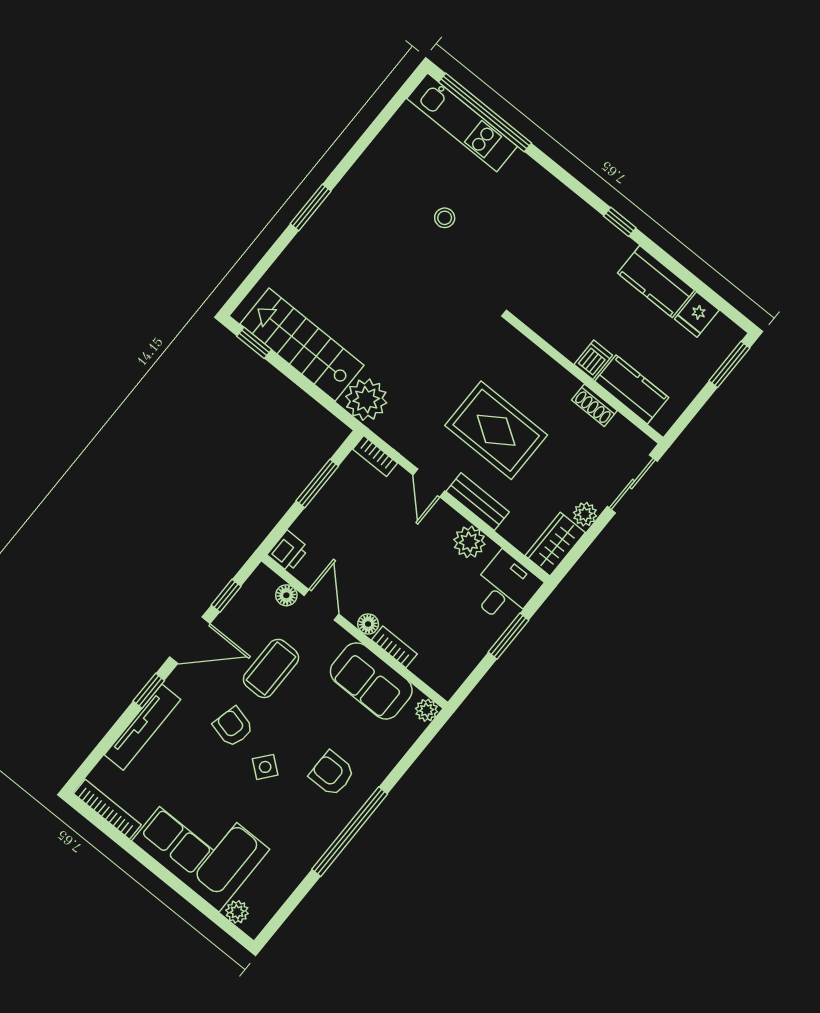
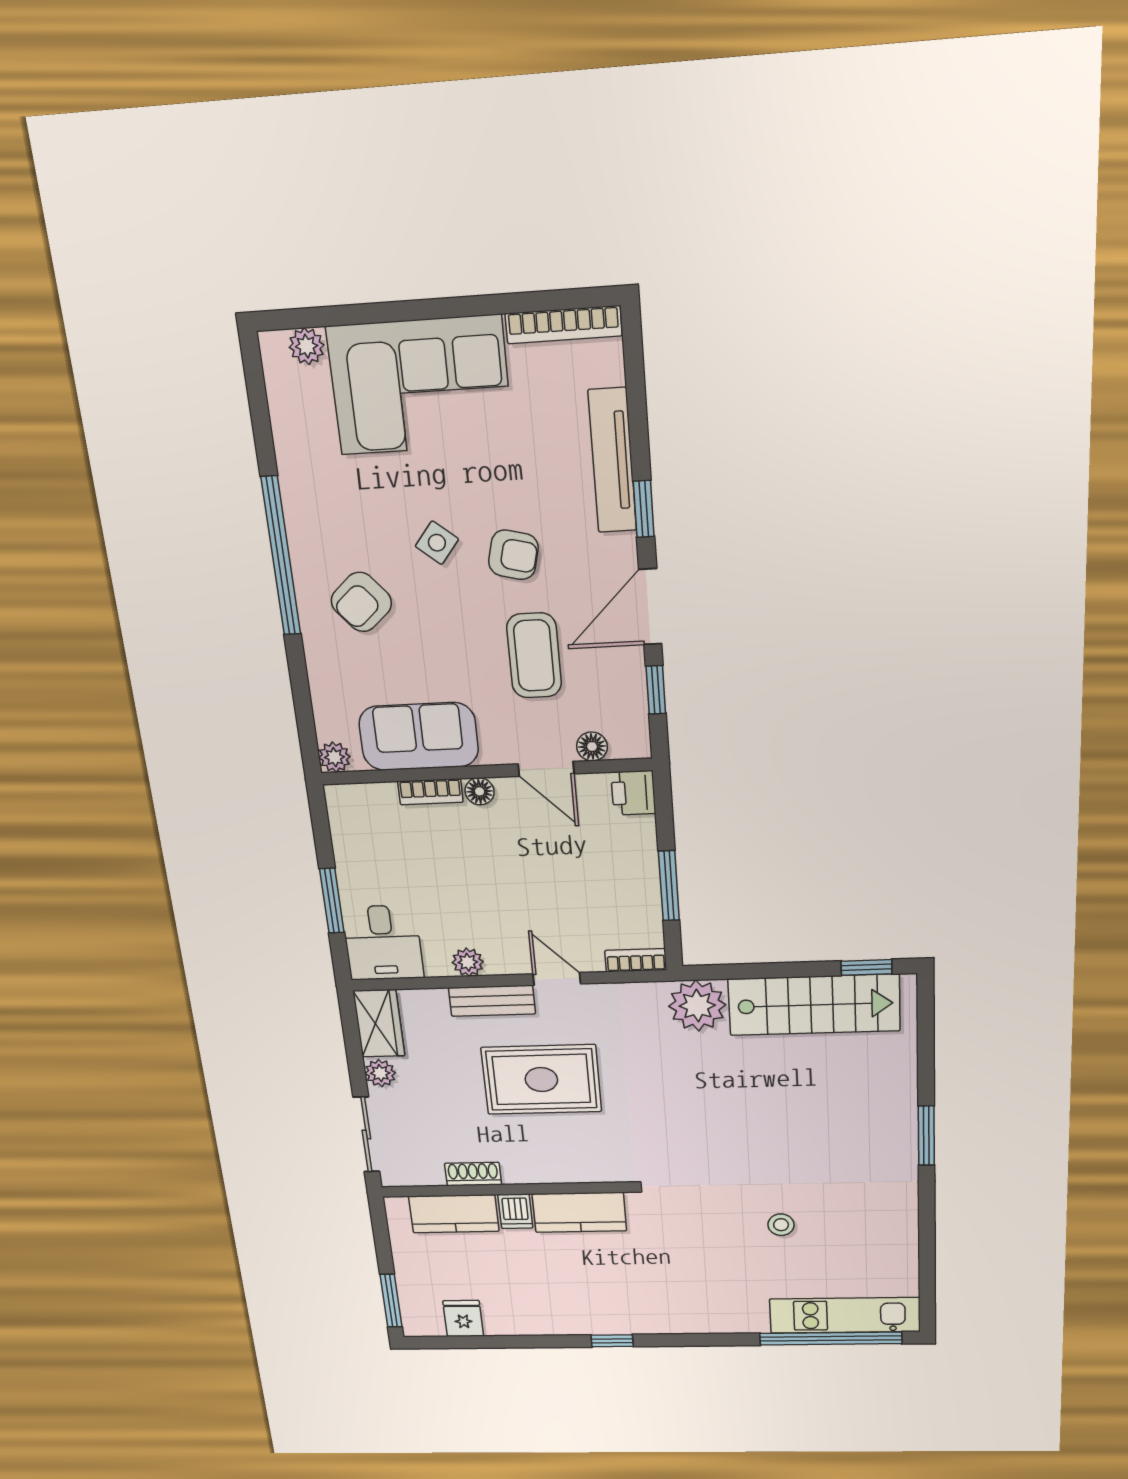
kitchen counter: (656, 282) -> (579, 1212), moved, turned 180
plant: (469, 542) -> (468, 962), width x0.73, depth x0.73
armchair: (332, 773) -> (361, 602), turned 139

